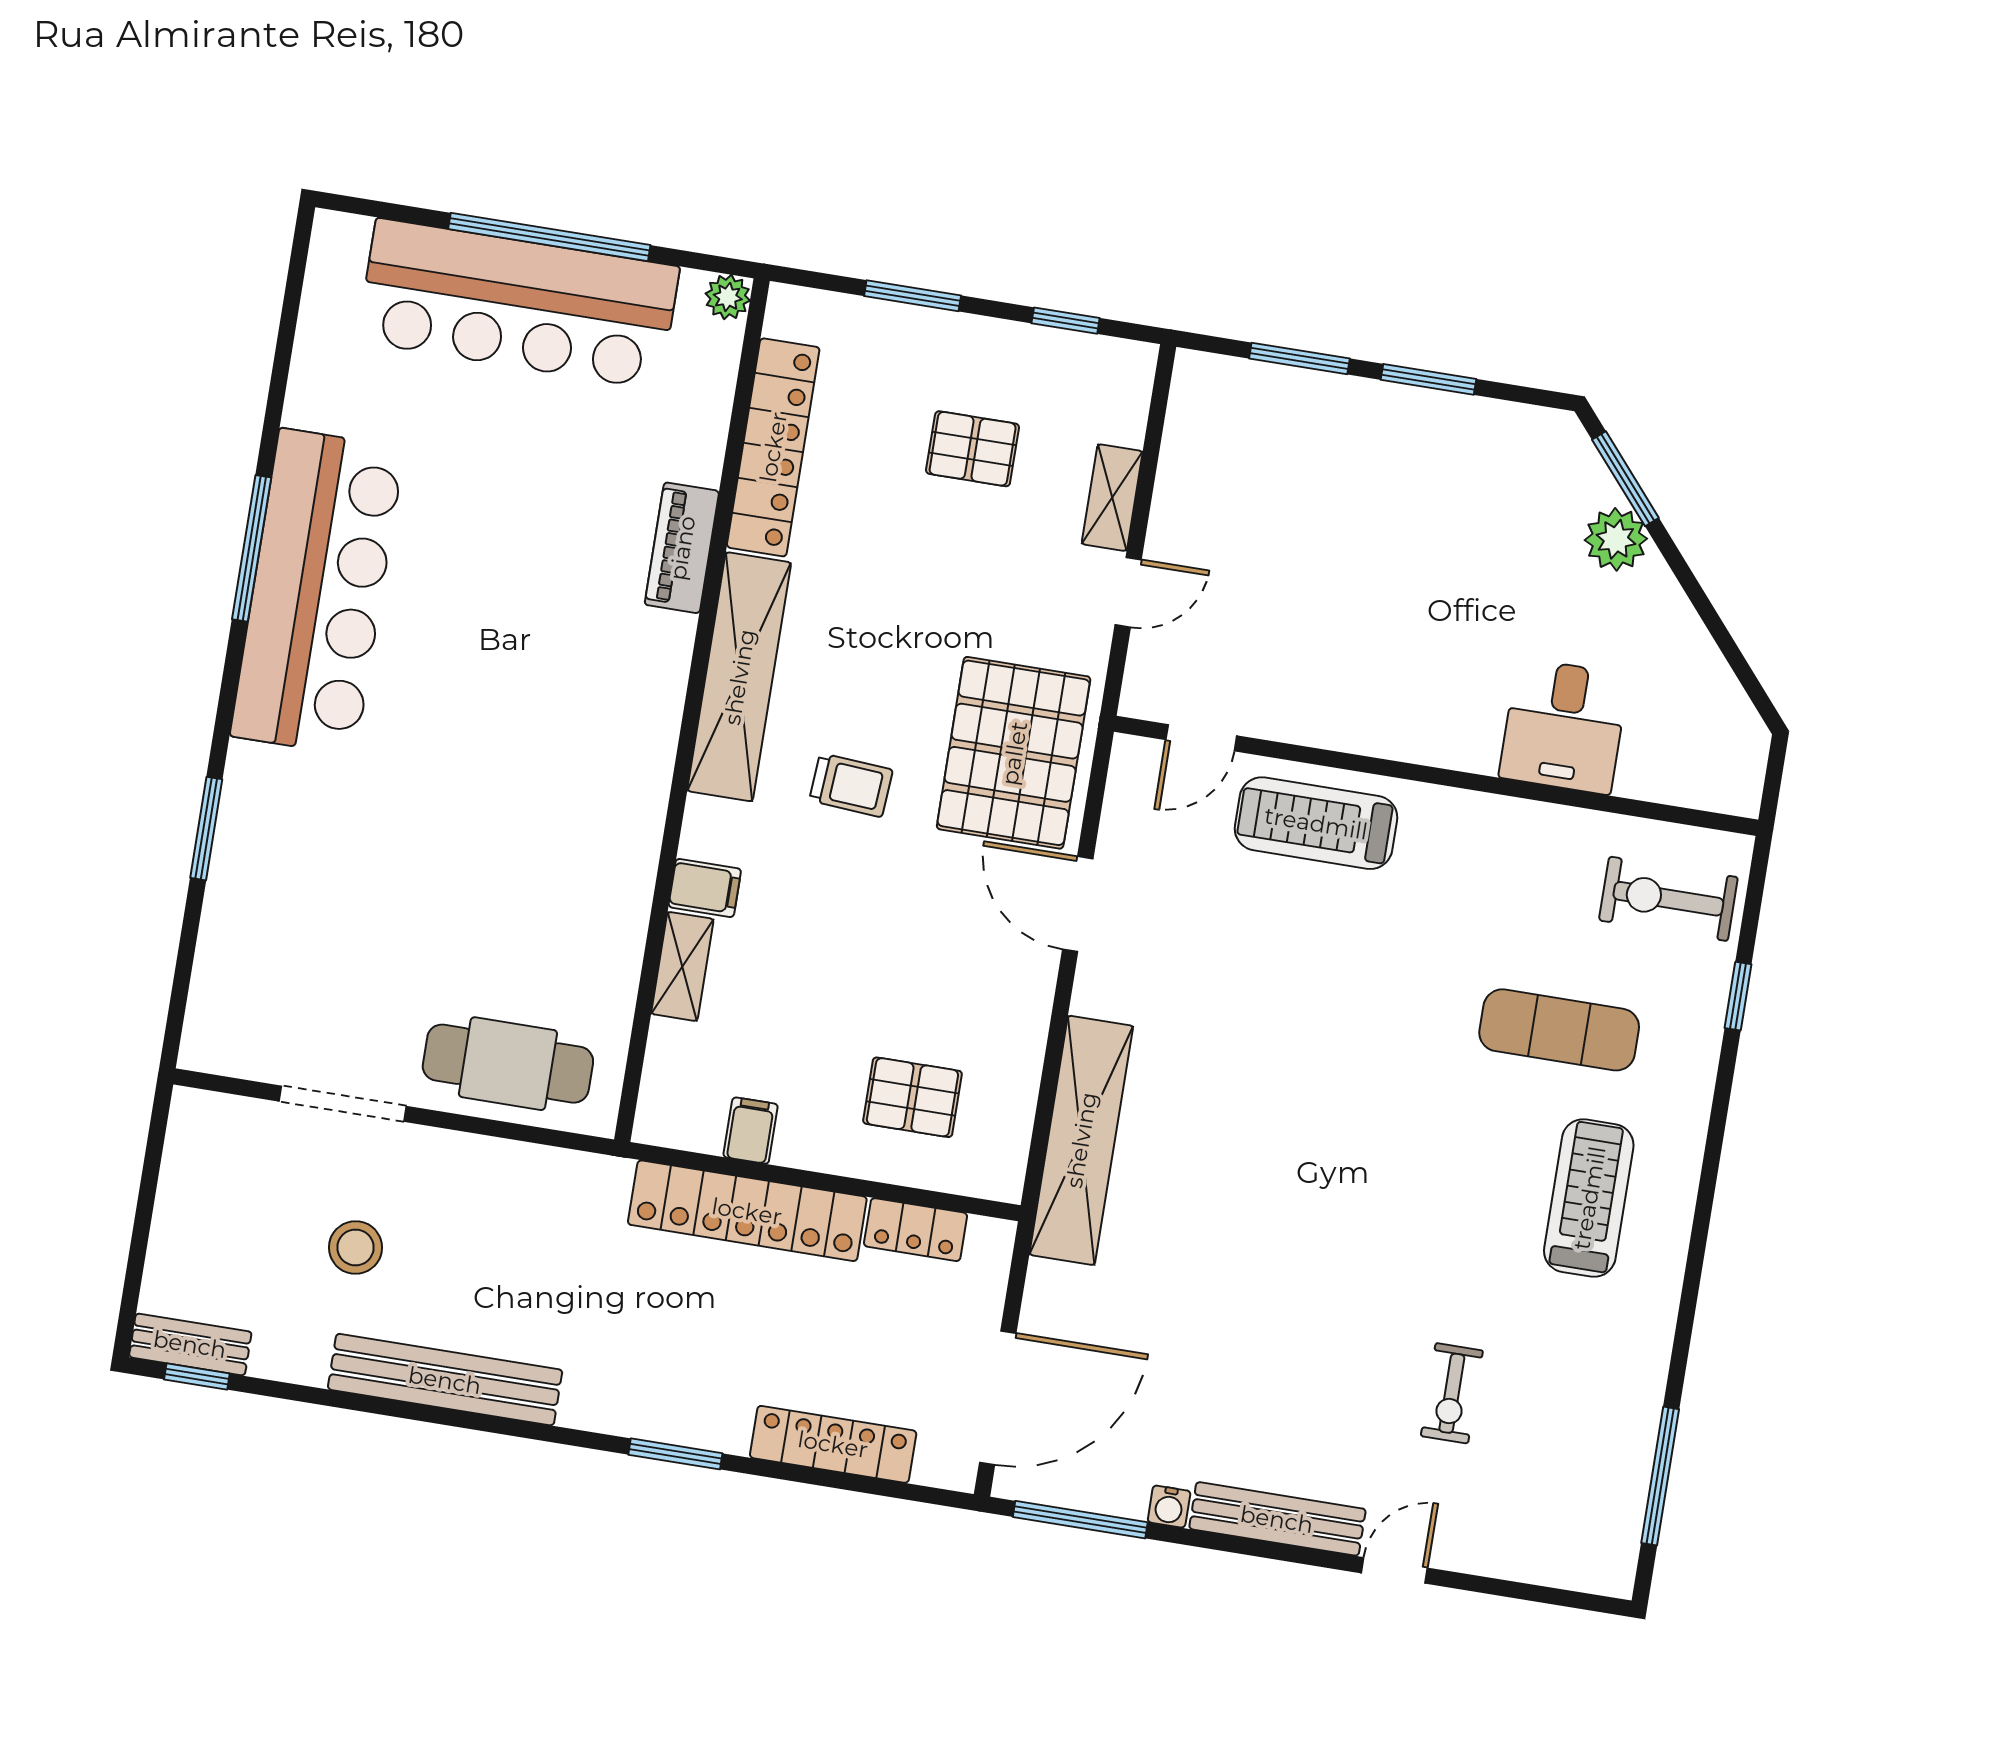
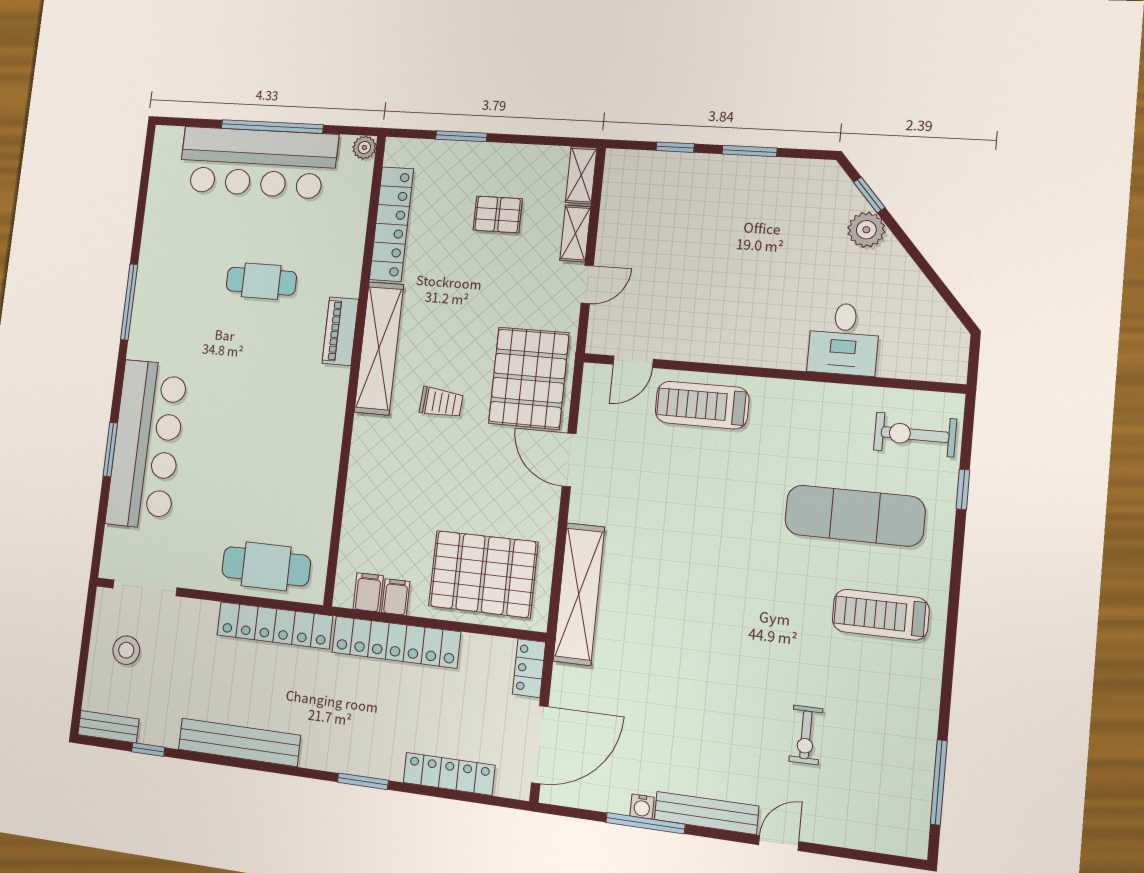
window: (1066, 321) -> (544, 141), removed
window: (1299, 358) -> (675, 147), width x0.67
window: (1625, 479) -> (869, 195), width x0.67
cafe table: (517, 532) -> (261, 281), added
piano: (682, 548) -> (340, 331), moved
bar counter: (317, 592) -> (147, 444), moved
filing cabinet: (705, 888) -> (368, 592), moved, turned -90
shelving: (682, 966) -> (581, 175), moved
exercise mat: (1559, 1030) -> (855, 516), width x1.36, depth x1.45
pallet: (912, 1097) -> (483, 574), width x2.05, depth x2.00
doorway: (343, 1104) -> (145, 588), moved
locker: (520, 1172) -> (275, 625), added
treadmill: (1589, 1198) -> (881, 615), turned -90
locker: (916, 1230) -> (529, 668), moved, turned 90
stool: (355, 1247) -> (126, 650), moved
window: (197, 1376) -> (148, 749), moved
window: (1080, 1520) -> (645, 823), moved

